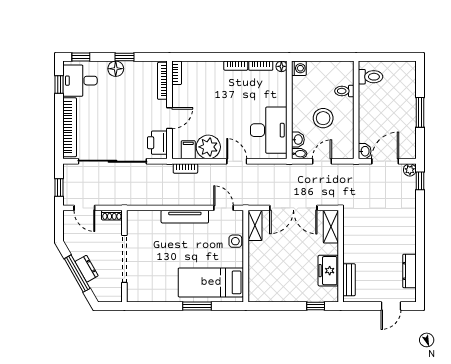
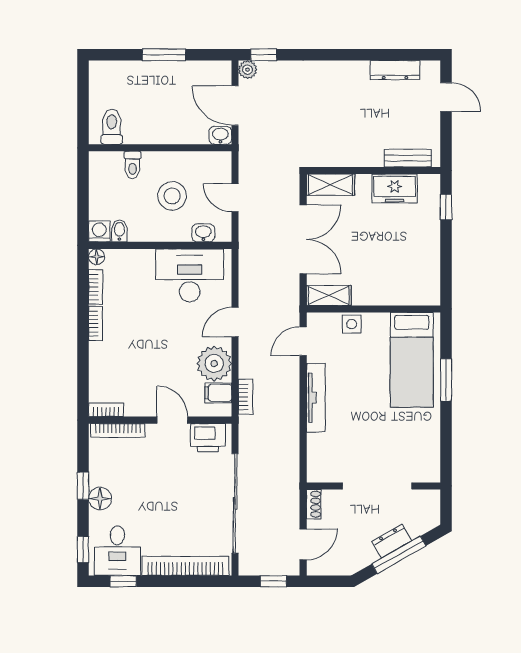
bidet: (299, 154) -> (119, 231), moved

